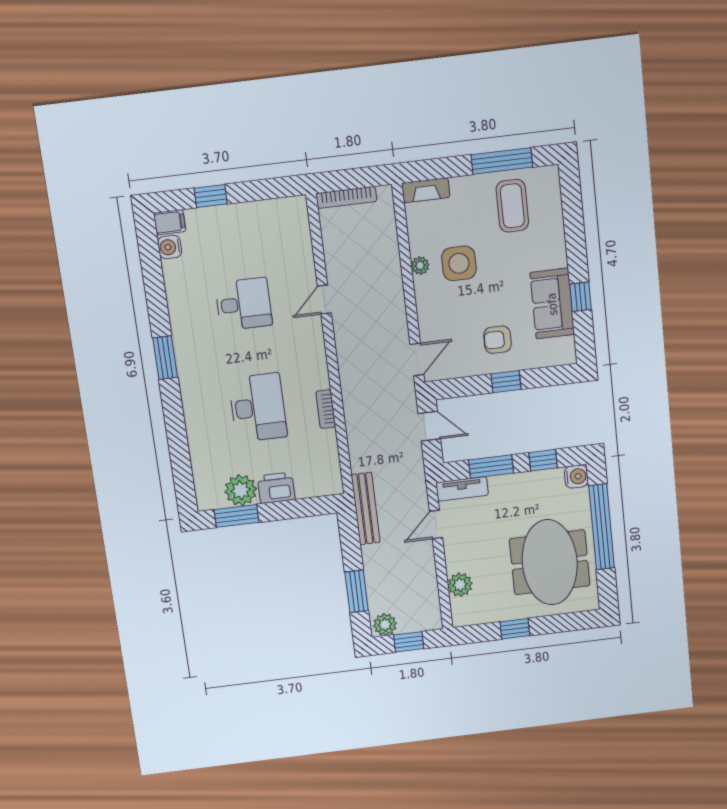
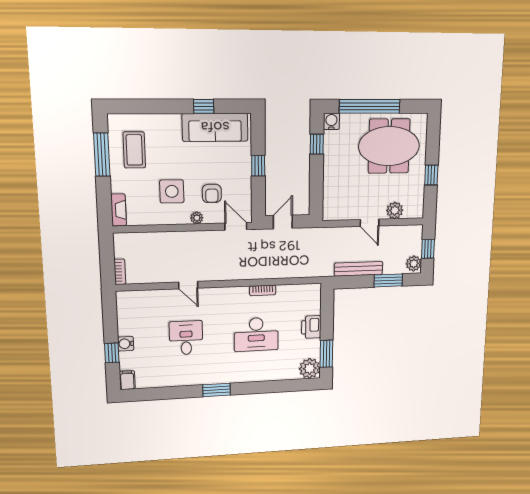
bookcase: (346, 197) -> (120, 272), width x0.64
coffee table: (512, 206) -> (134, 150), turned 90
water cooler: (170, 247) -> (126, 344), moved, turned 90
plant: (420, 266) -> (197, 218), moved
sofa: (552, 304) -> (215, 127), width x1.36
armchair: (497, 340) -> (212, 193), moved
desk: (258, 408) -> (256, 334), turned 180
window: (491, 467) -> (316, 182), removed
tv unit: (462, 489) -> (329, 203), removed
plant: (241, 490) -> (310, 368), moved
bench: (366, 509) -> (358, 269), moved
door: (436, 524) -> (370, 223), moved

